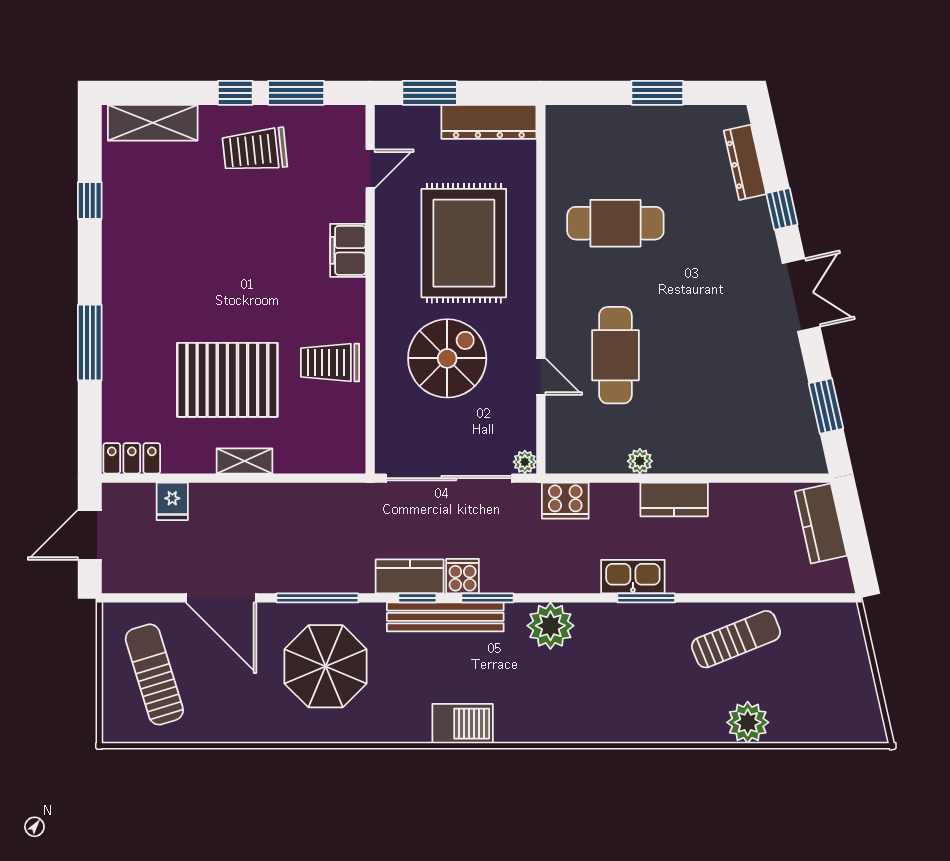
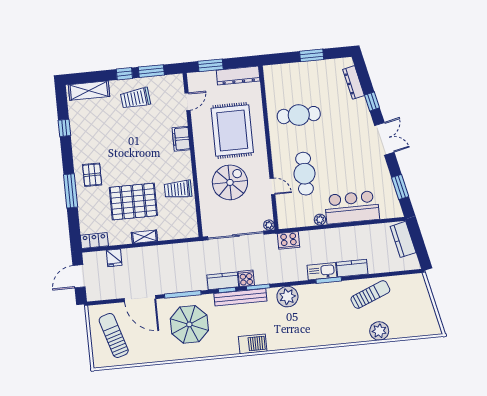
pallet: (141, 311) -> (92, 175), added
bar counter: (714, 441) -> (352, 207), added
kitchen counter: (674, 499) -> (352, 268), moved, turned 180

